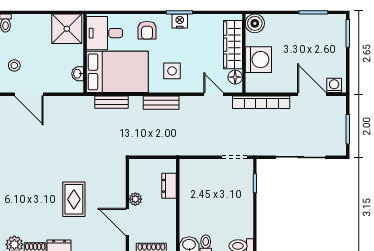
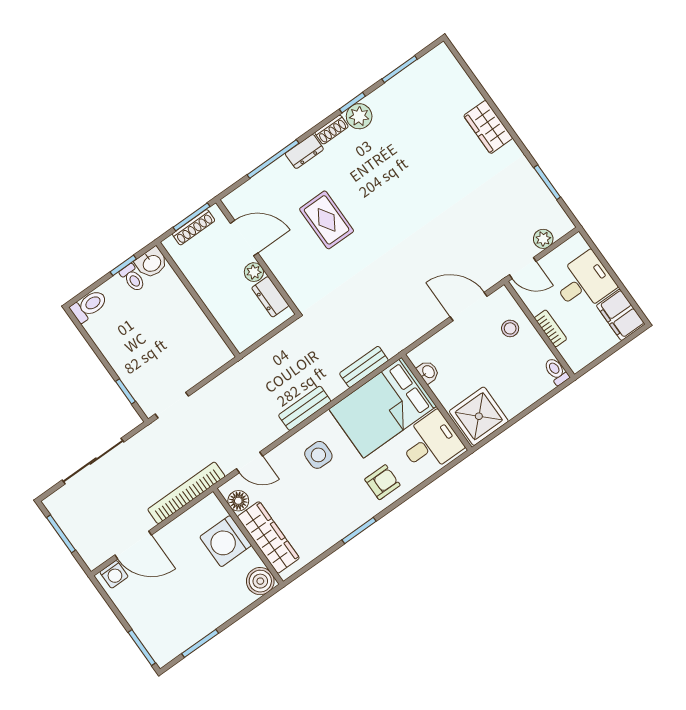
nightstand: (180, 21) -> (351, 521), removed
armchair: (147, 30) -> (382, 482), turned 90
dresser: (169, 186) -> (270, 297), moved, turned 180

